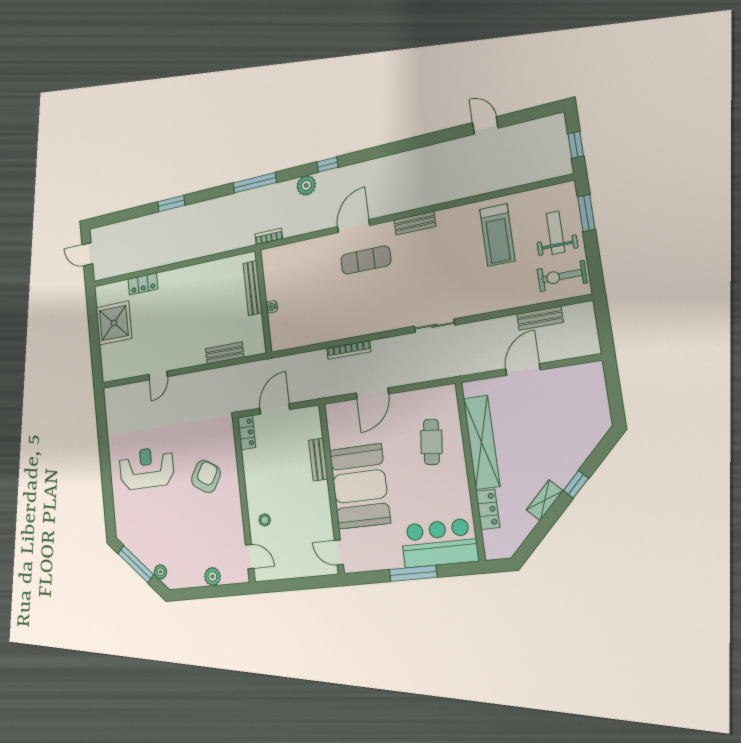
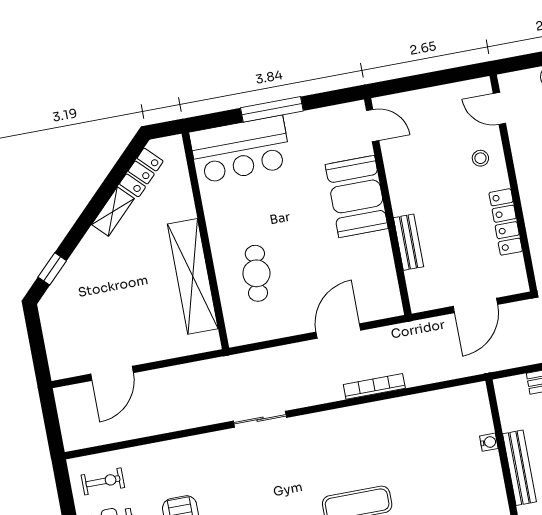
exercise bike: (562, 276) -> (103, 481), width x0.73, depth x0.72
bench: (540, 318) -> (128, 430), removed
door: (523, 369) -> (112, 373), moved
locker: (247, 433) -> (506, 222), moved, width x1.53
window: (576, 484) -> (52, 269), moved
booth: (360, 486) -> (357, 196), width x0.73, depth x0.70
locker: (488, 509) -> (141, 173), moved, turned -135

